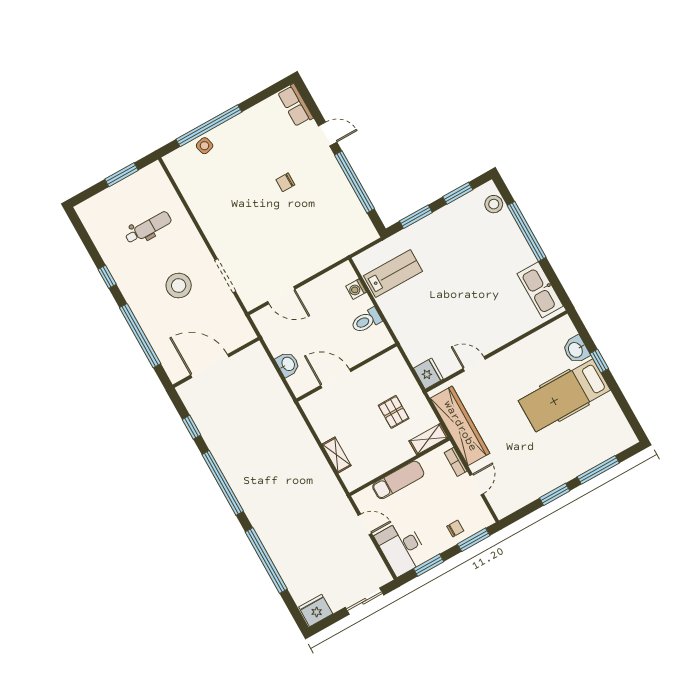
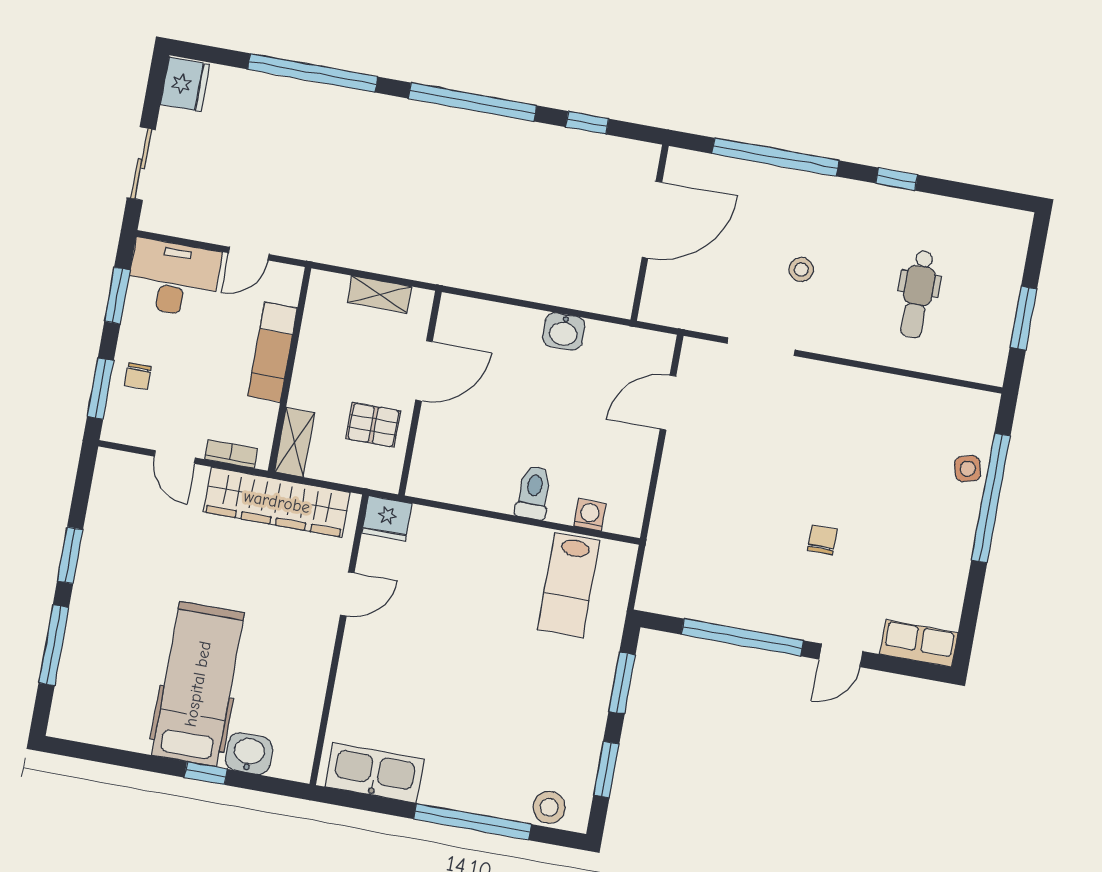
stool: (179, 286) -> (801, 270), width x0.53, depth x0.53
wall: (347, 372) -> (420, 393), moved
door: (336, 379) -> (424, 371), moved

